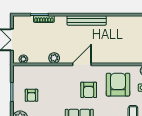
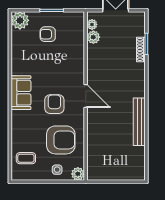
bench: (87, 20) -> (139, 122), moved
plant: (54, 58) -> (93, 37), moved
armchair: (89, 90) -> (54, 104), turned 90

